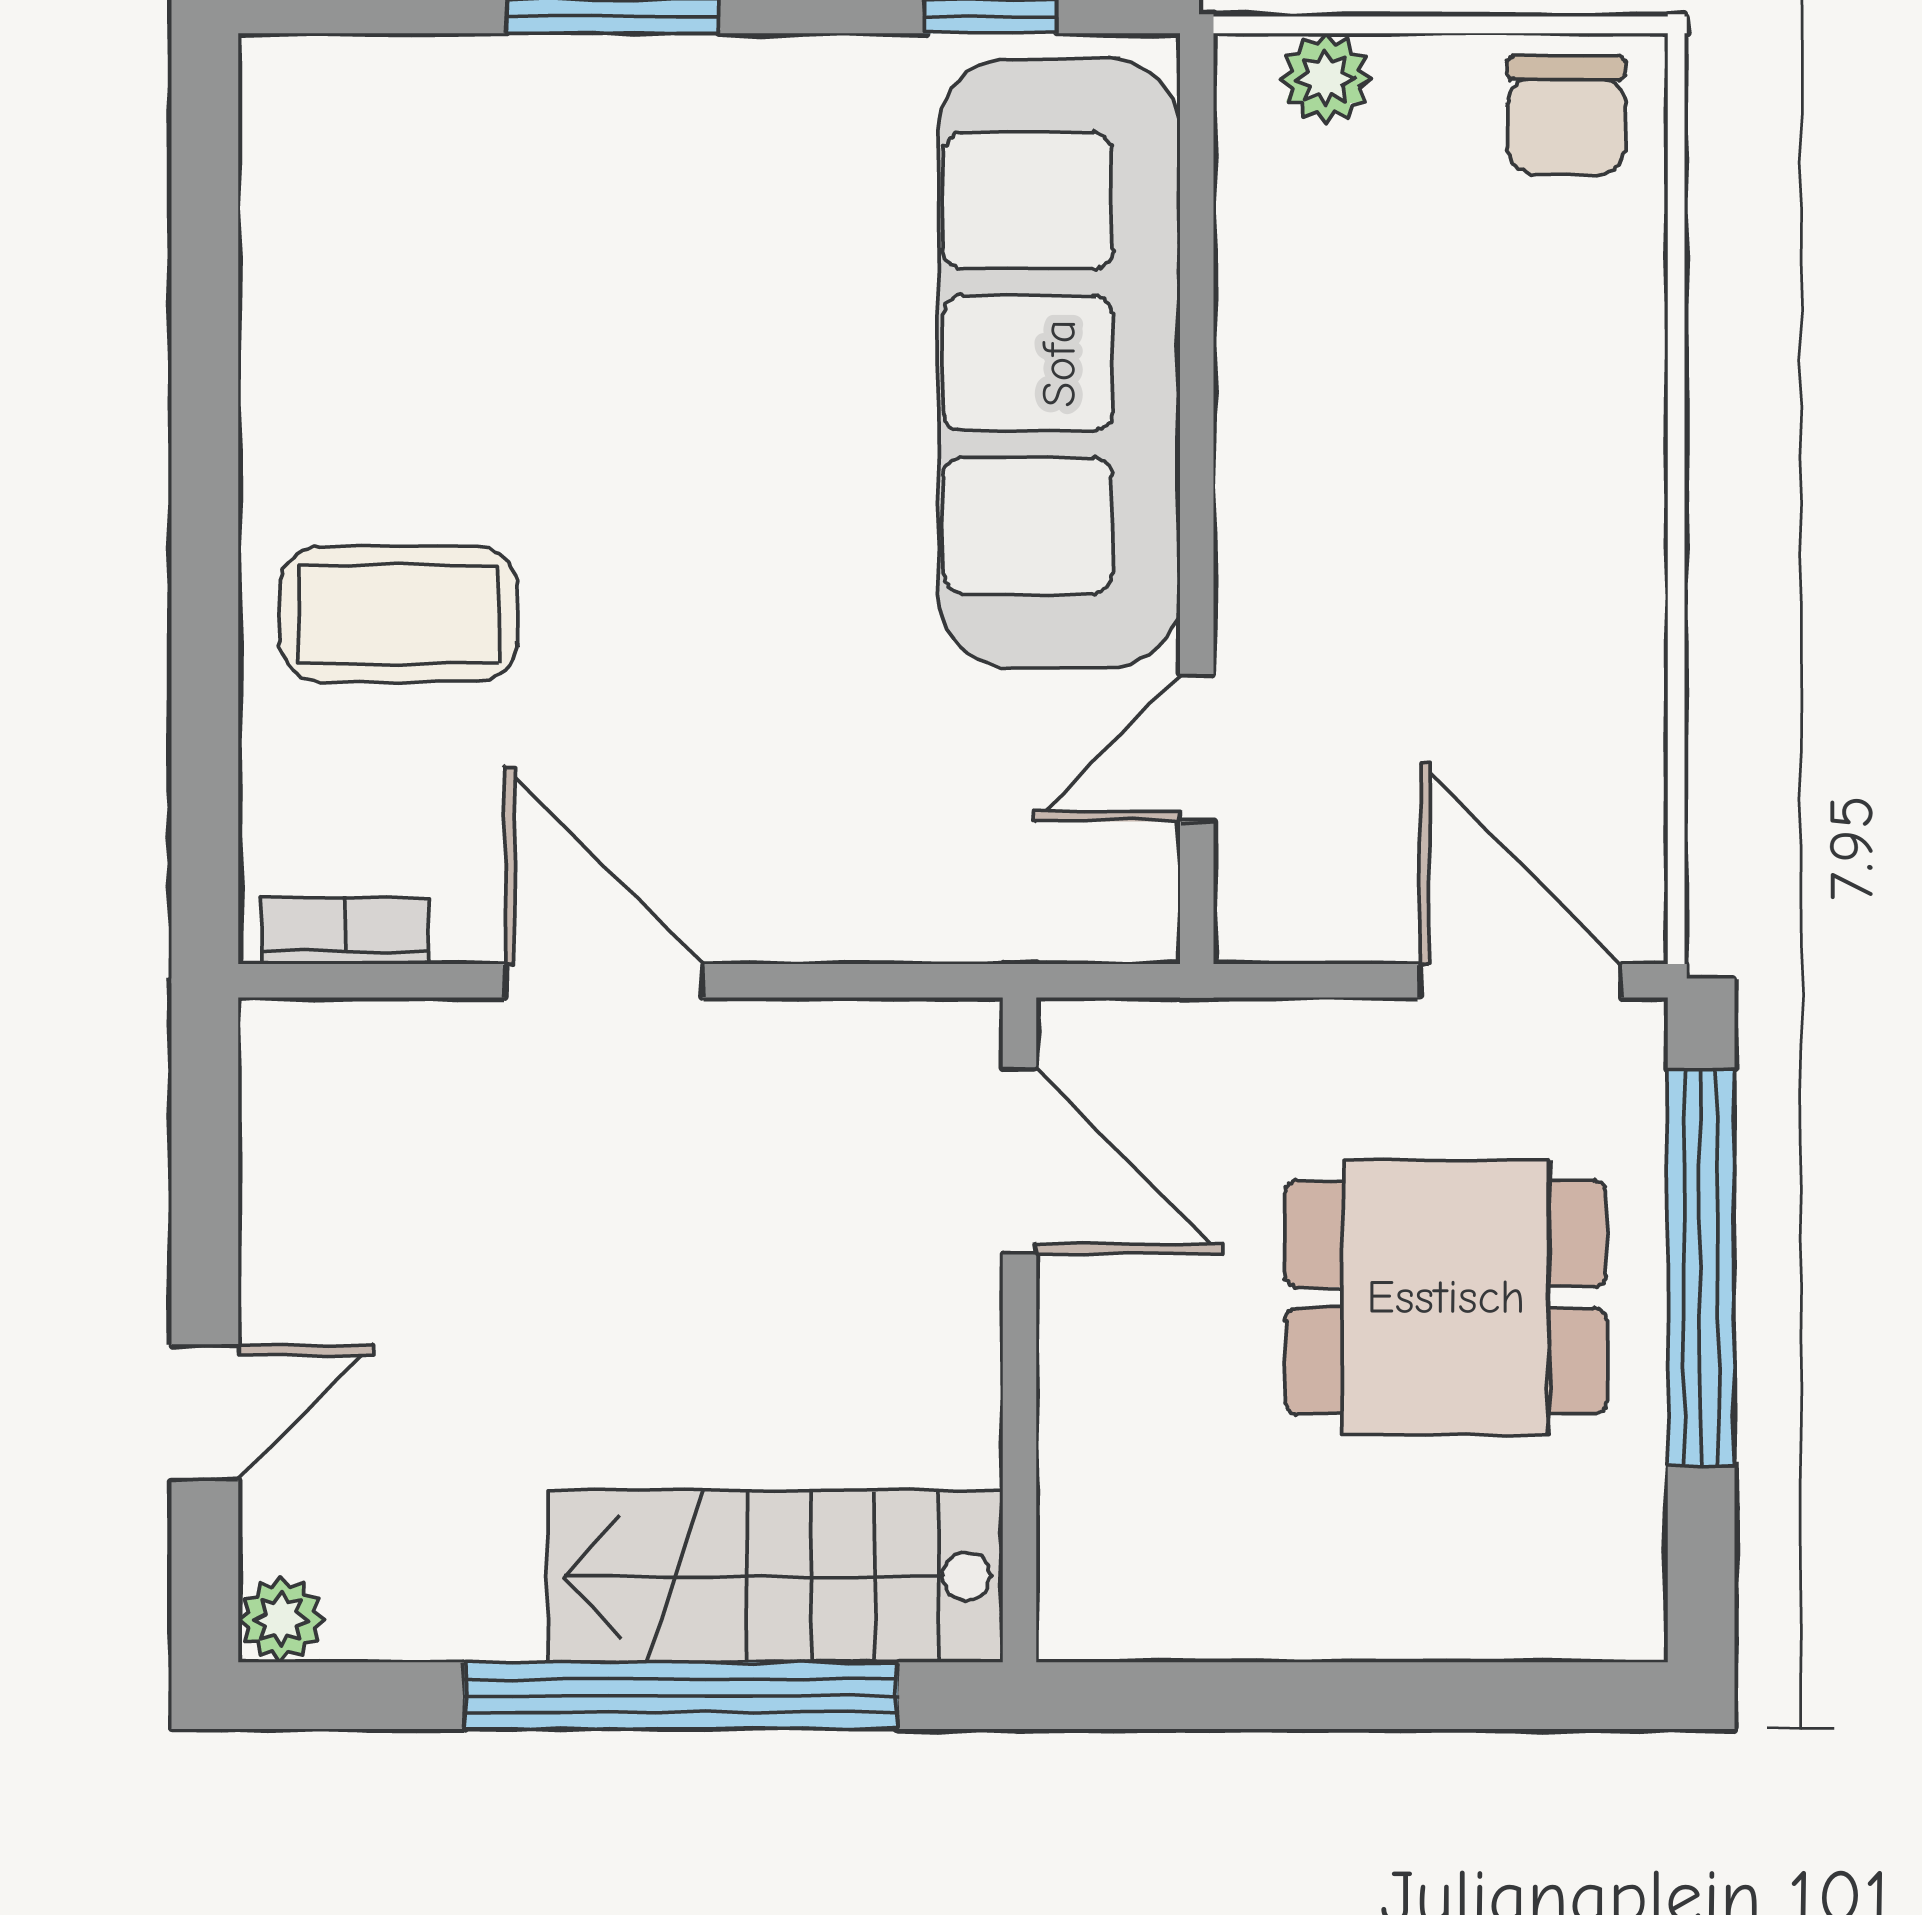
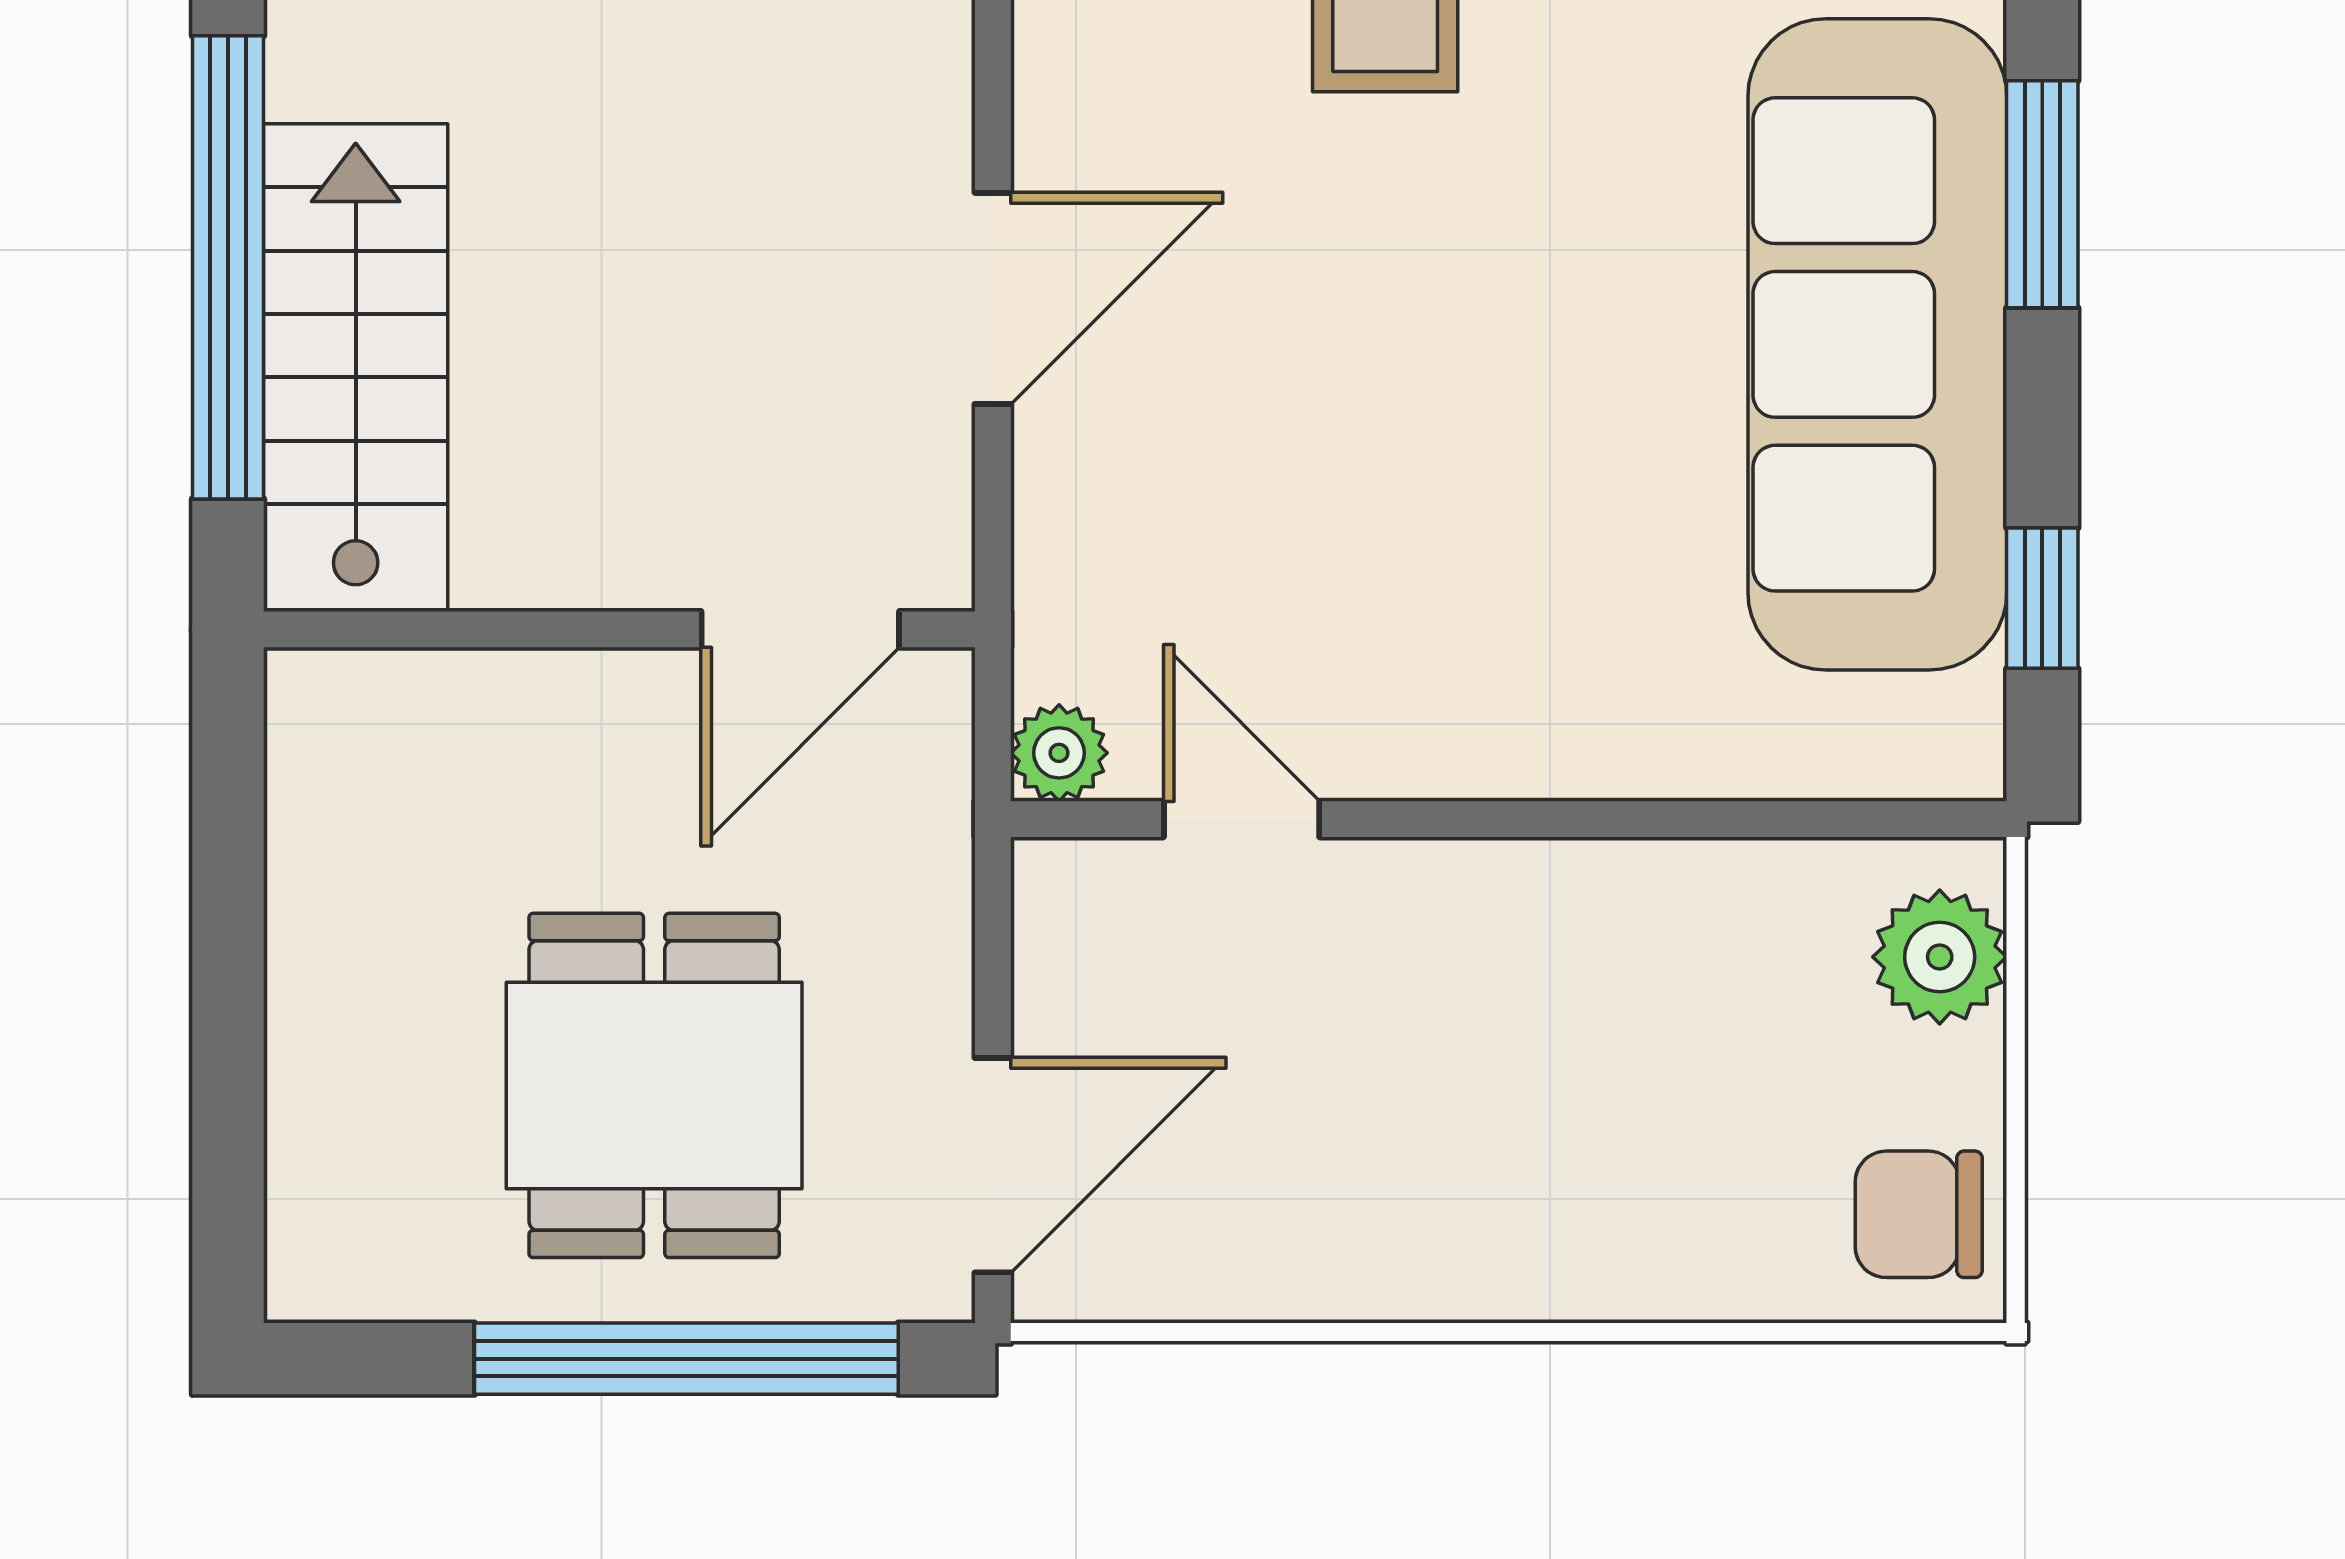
plant: (1326, 79) -> (1940, 957), width x1.38, depth x1.38
sofa: (1059, 363) -> (1877, 344), moved, turned -90
plant: (1135, 919) -> (1059, 753), added
door: (603, 981) -> (993, 298), moved

